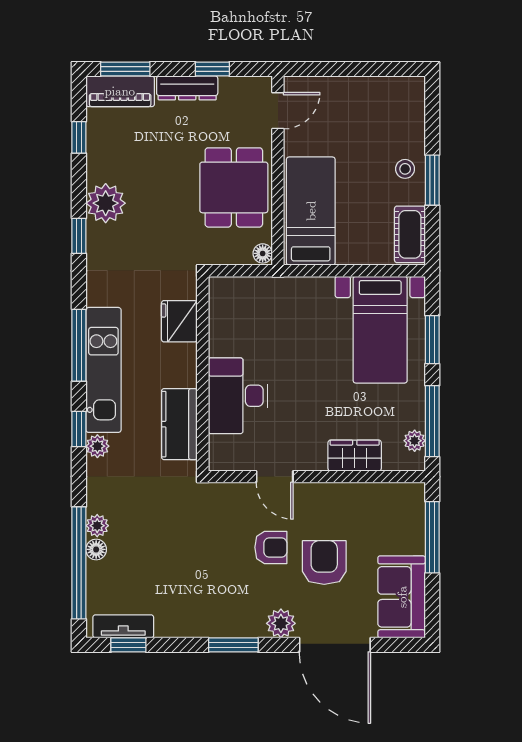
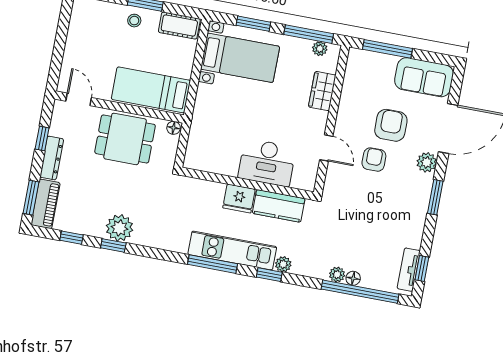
window: (79, 236) -> (113, 245), moved
fridge: (179, 321) -> (239, 199), moved
door: (275, 477) -> (326, 148), hinge flipped
armchair: (324, 563) -> (391, 125), turned 90

